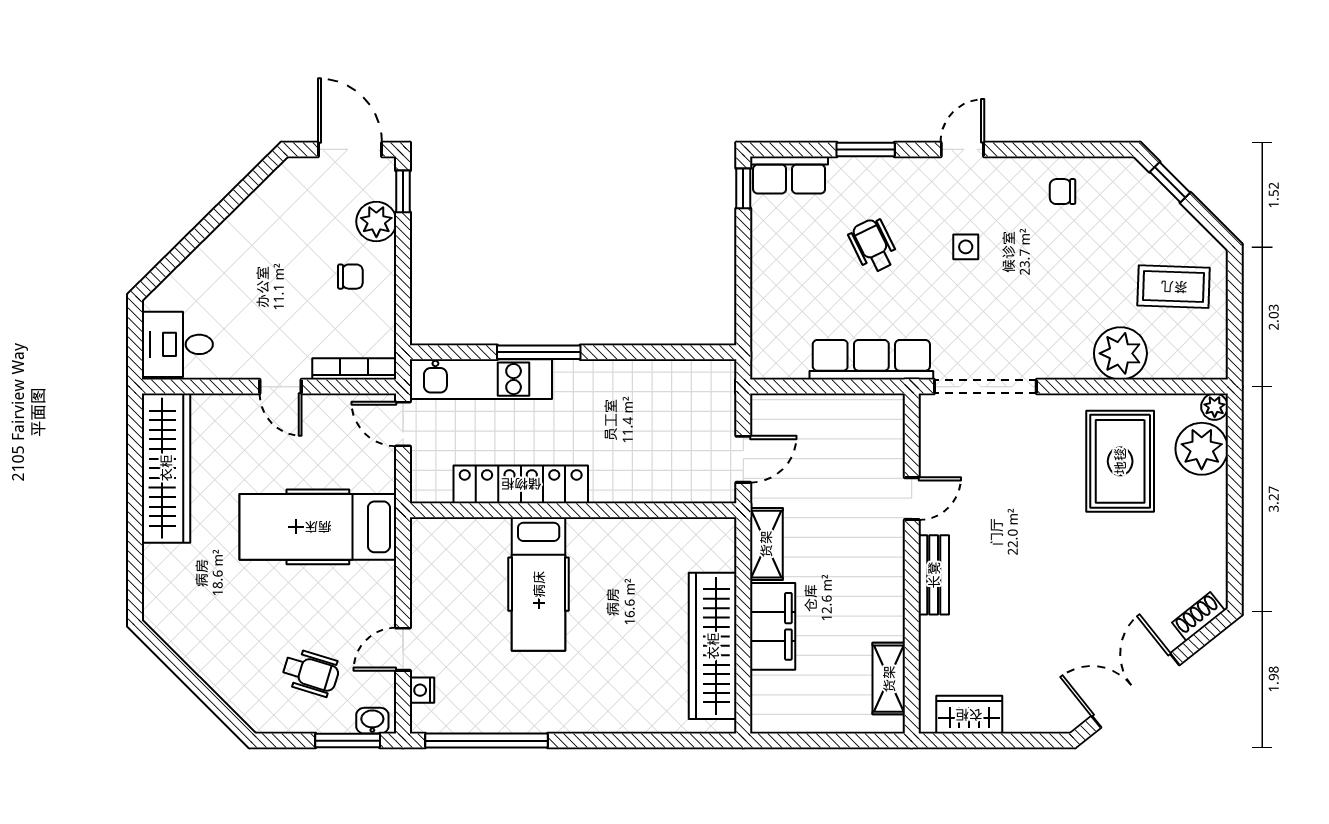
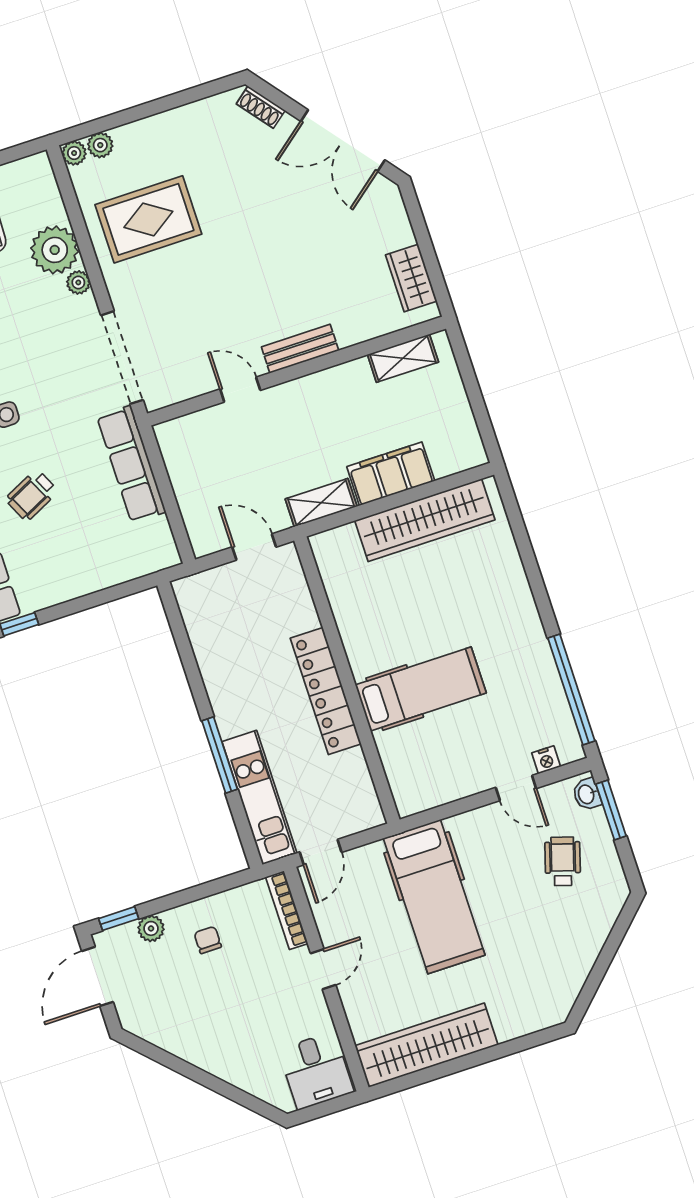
plant: (376, 222) -> (151, 928), width x0.73, depth x0.73
plant: (1078, 367) -> (78, 282), added
plant: (1202, 449) -> (100, 145), width x0.53, depth x0.53
locker: (521, 484) -> (326, 691), moved

